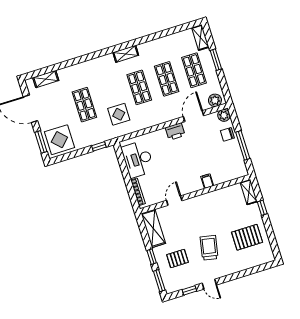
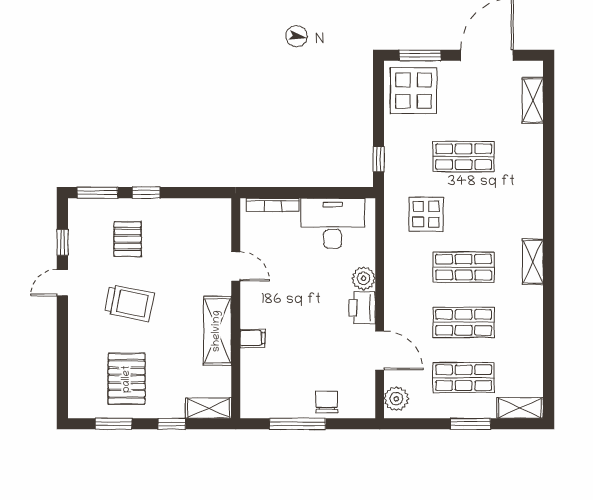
plant: (224, 115) -> (364, 278), moved
shelving: (153, 228) -> (217, 331), moved, turned 90
window: (271, 237) -> (113, 424), added

